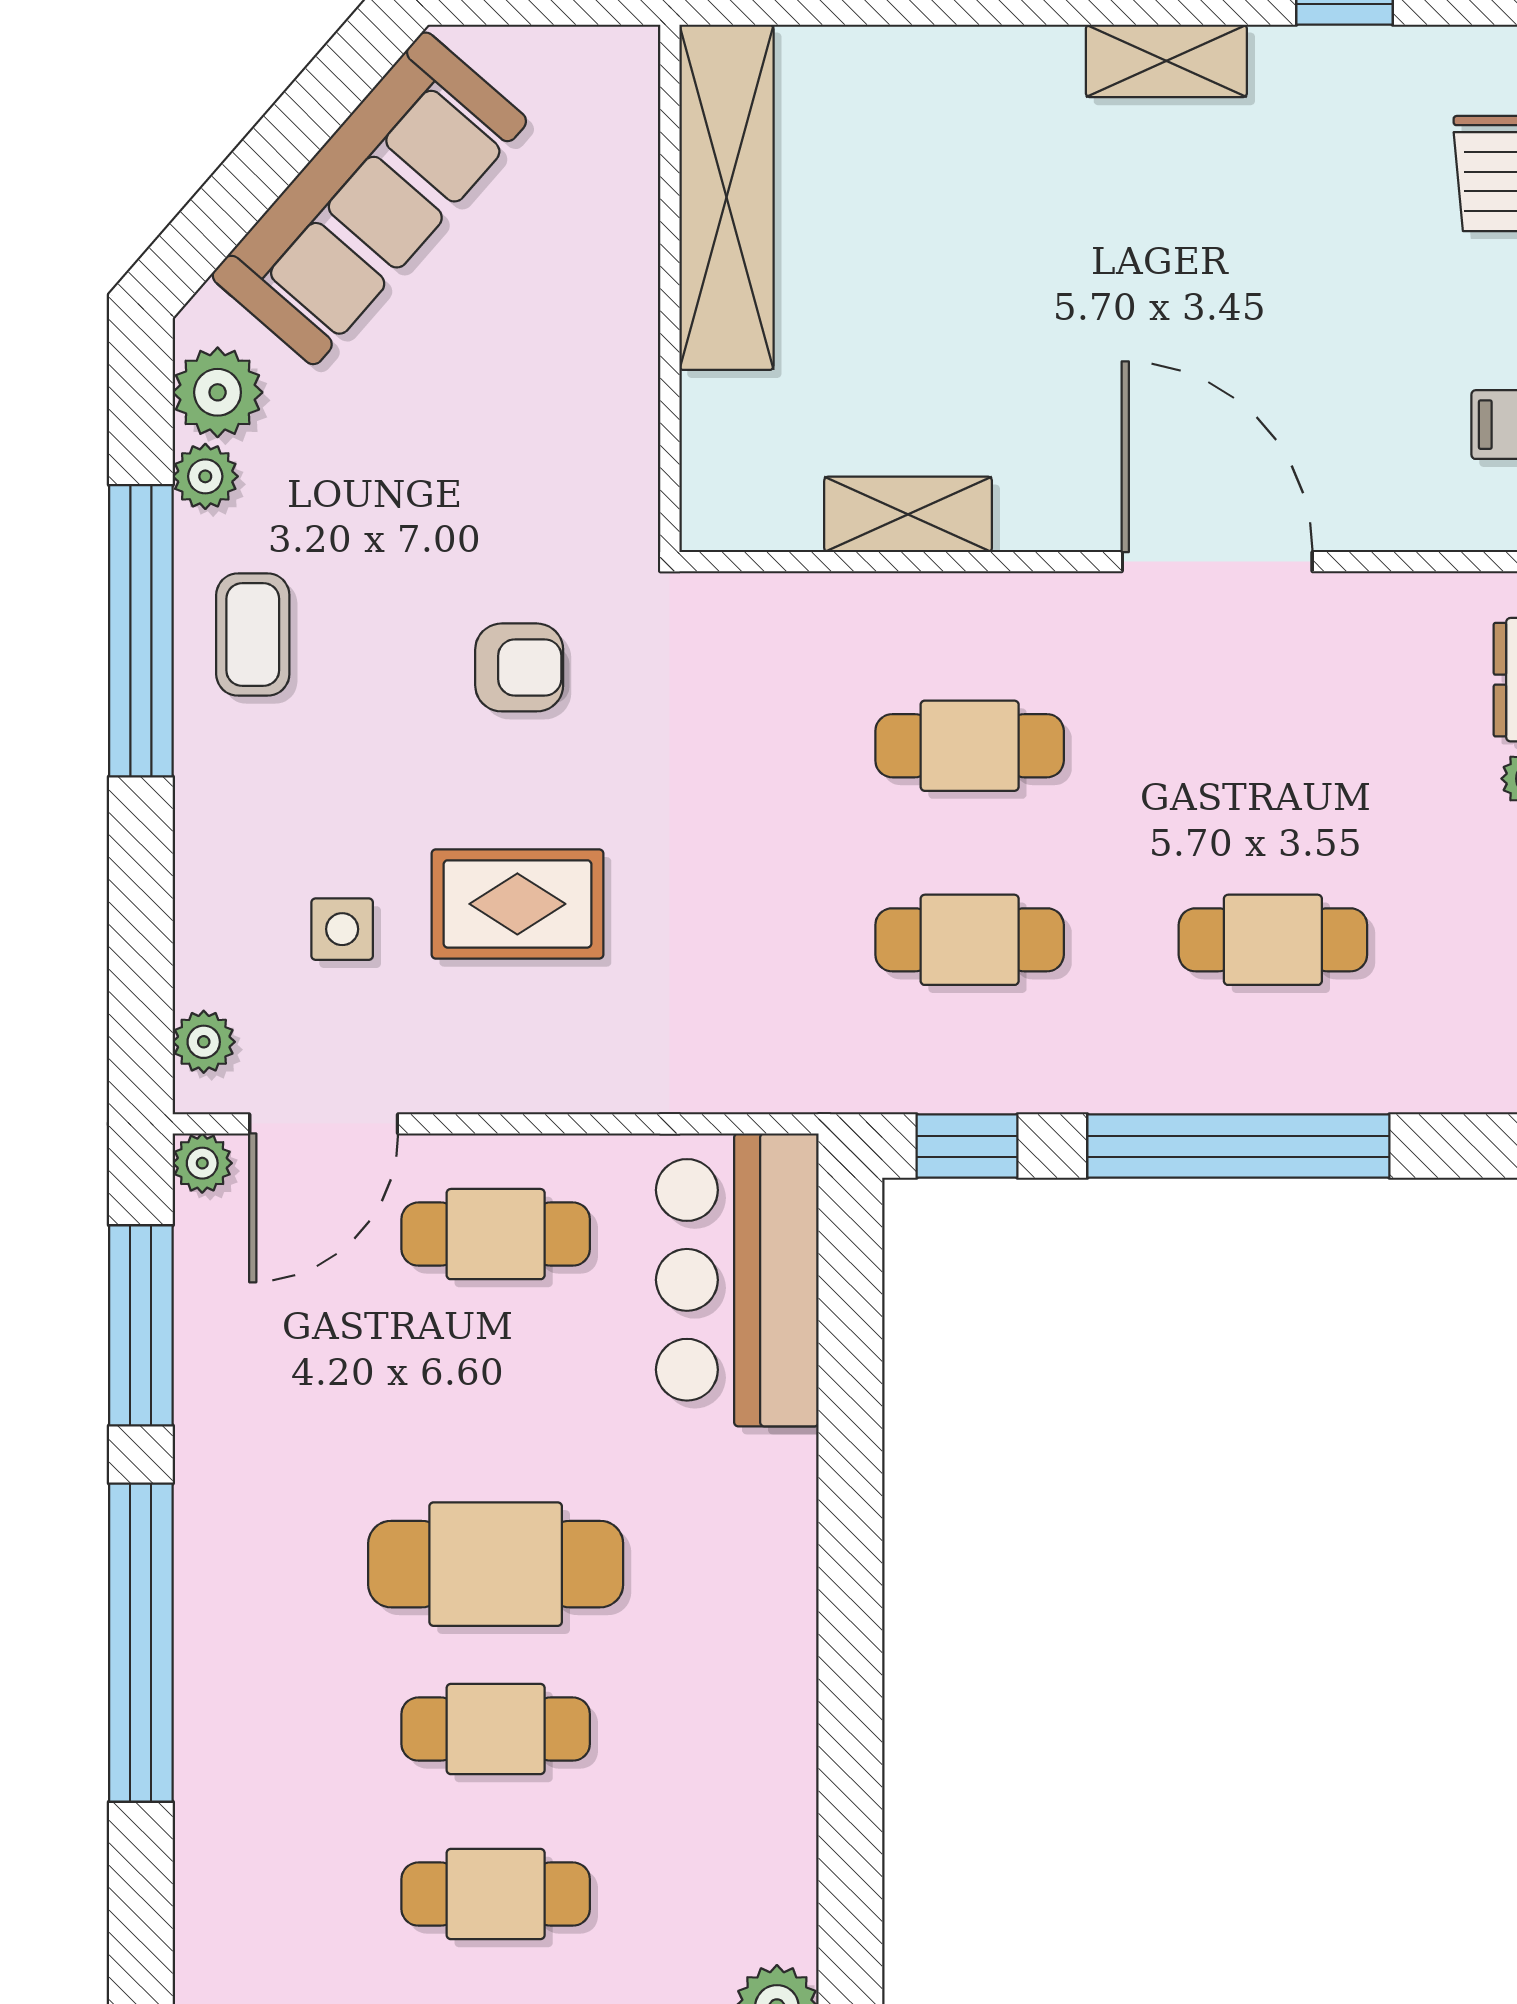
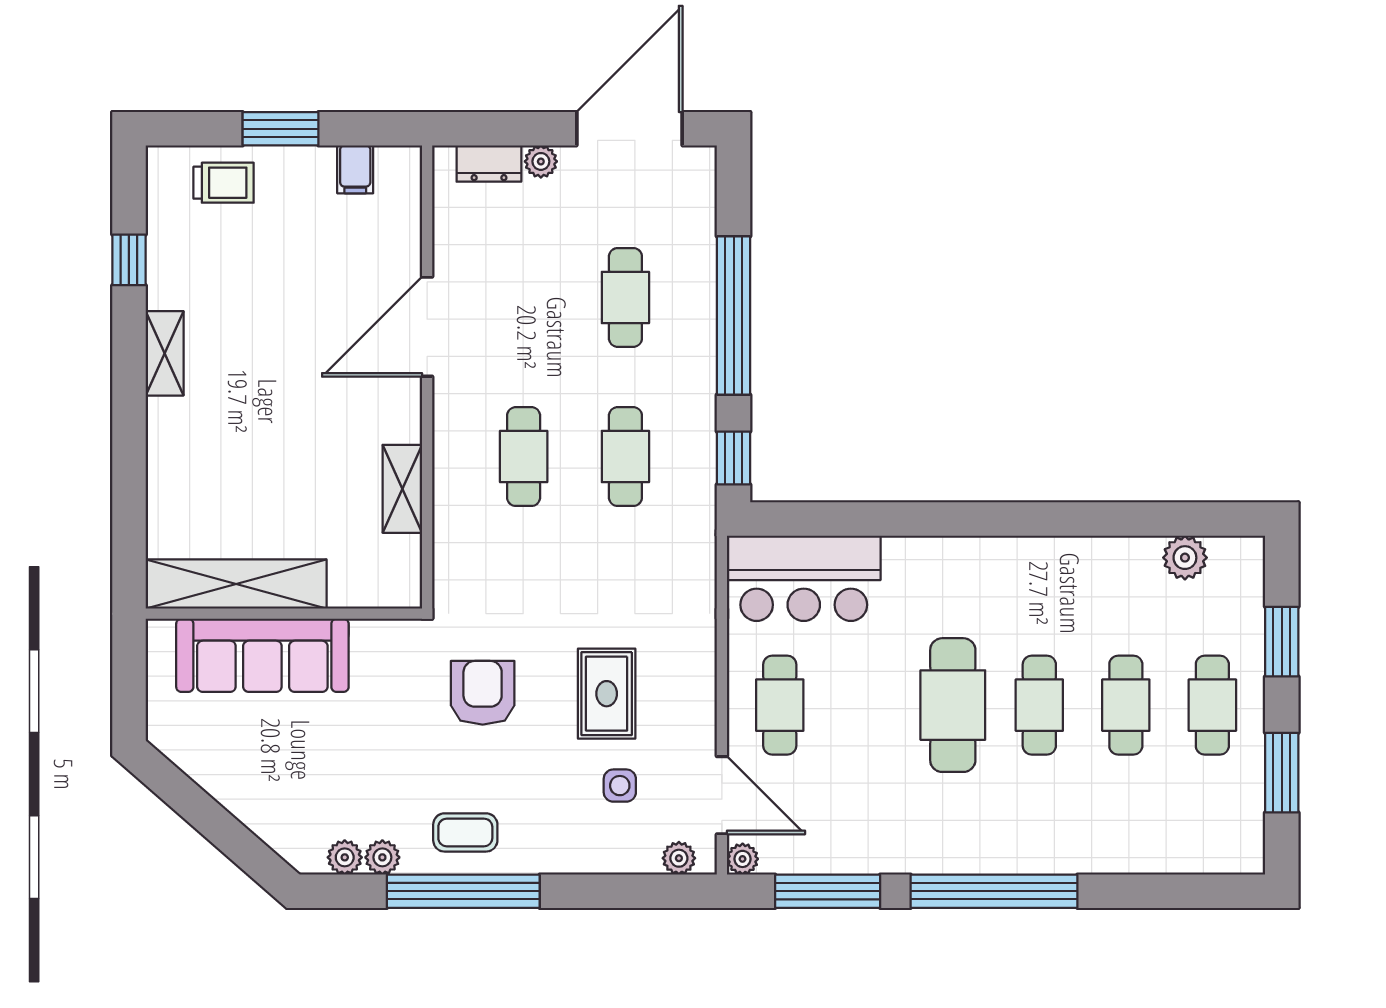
sofa: (369, 198) -> (262, 655), moved, turned 139
plant: (218, 392) -> (345, 857), width x0.73, depth x0.73
armchair: (519, 667) -> (483, 693), width x1.38, depth x1.38

